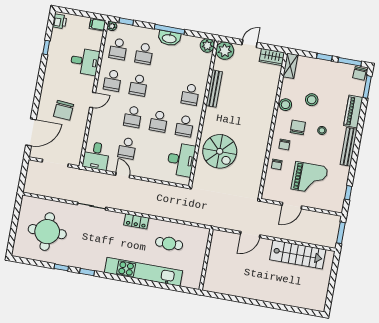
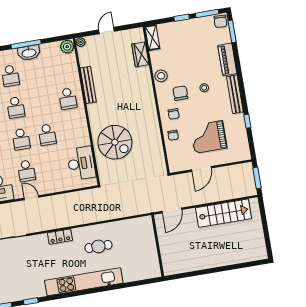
plant: (225, 51) -> (81, 42), width x0.53, depth x0.53
wardrobe: (272, 57) -> (140, 54), moved, turned 90
stool: (312, 100) -> (184, 62), removed
school desk: (185, 126) -> (73, 130), removed
grand piano: (310, 178) -> (209, 137), turned 180
window: (348, 193) -> (247, 121), moved
wall: (206, 259) -> (158, 246), moved

